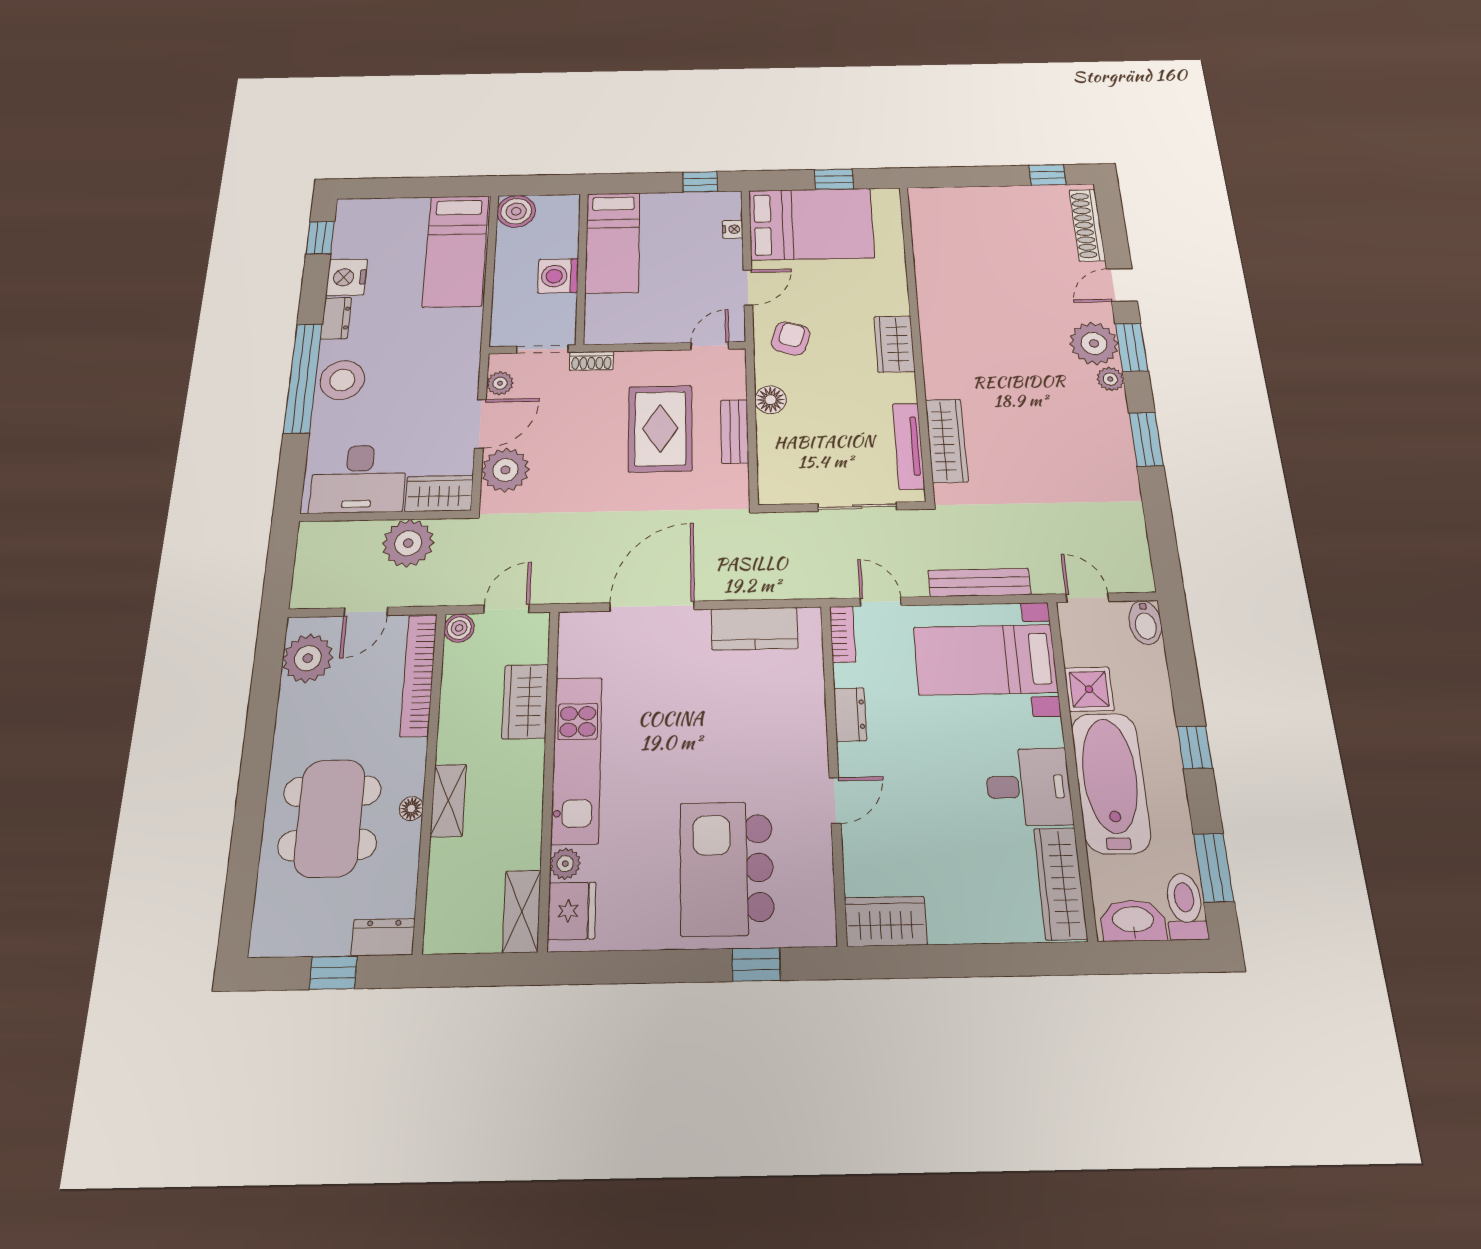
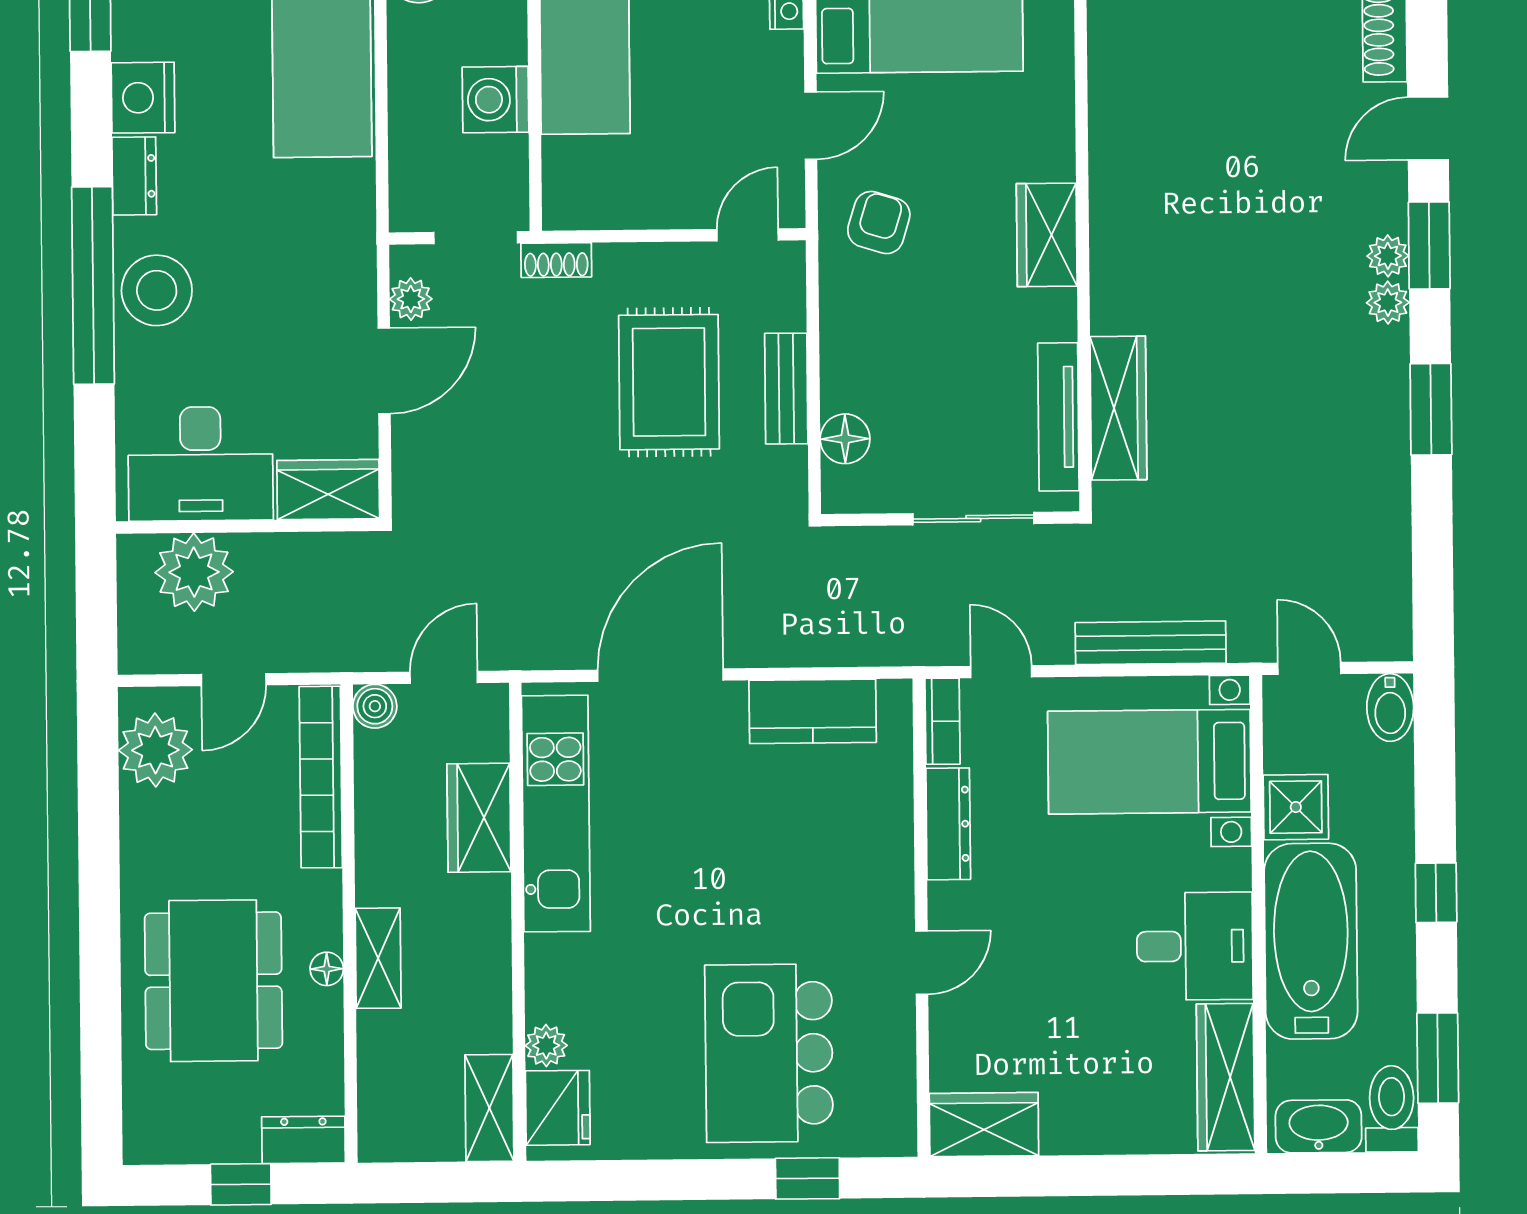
plant: (1094, 343) -> (1388, 256), width x0.53, depth x0.53
floor lamp: (771, 400) -> (845, 439), moved
plant: (505, 470) -> (429, 451), removed
plant: (408, 543) -> (194, 572), moved
dresser: (850, 714) -> (948, 824), width x1.44
kitchen unit: (577, 759) -> (556, 814), moved

